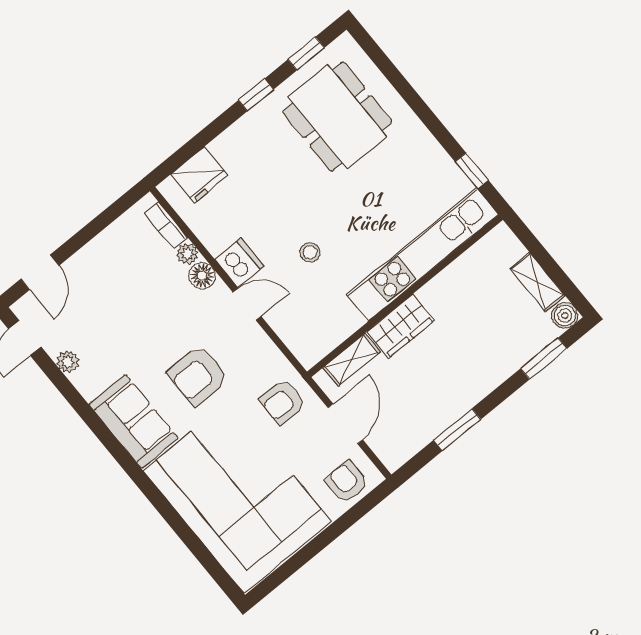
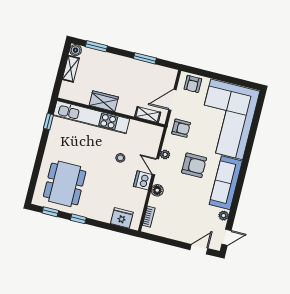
plant: (187, 254) -> (165, 155), moved
wardrobe: (401, 326) -> (104, 101), moved
sofa: (134, 421) -> (226, 183), width x1.36

